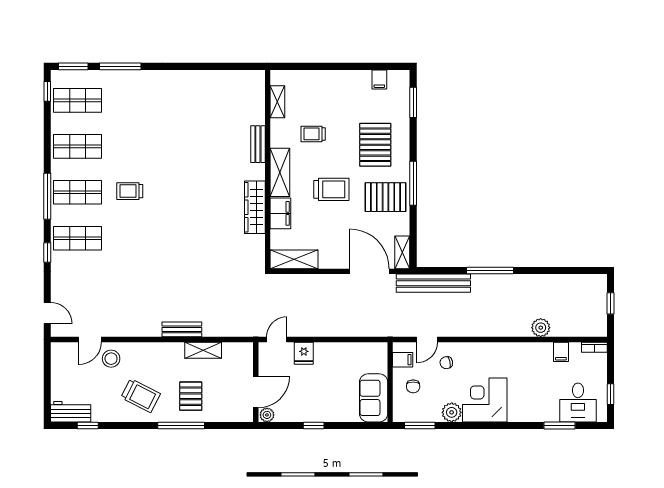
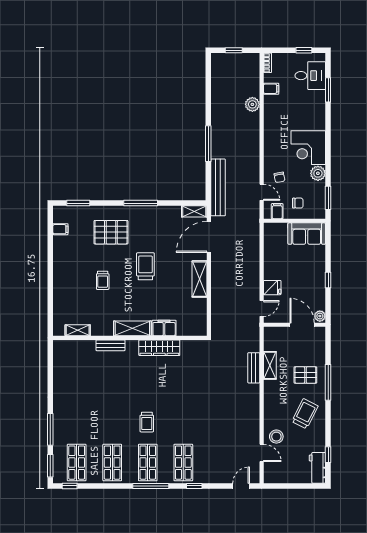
shelving: (277, 102) -> (78, 330), moved
bench: (258, 144) -> (110, 345), moved
wall: (268, 169) -> (130, 338), moved
shelving: (280, 172) -> (132, 328), moved
pallet: (386, 197) -> (151, 224), removed
wardrobe: (255, 207) -> (159, 348), moved
filing cabinet: (280, 213) -> (164, 328), moved
shelving: (294, 259) -> (200, 279), moved
bench: (182, 329) -> (254, 368), moved
door: (277, 340) -> (262, 308), swing flipped

